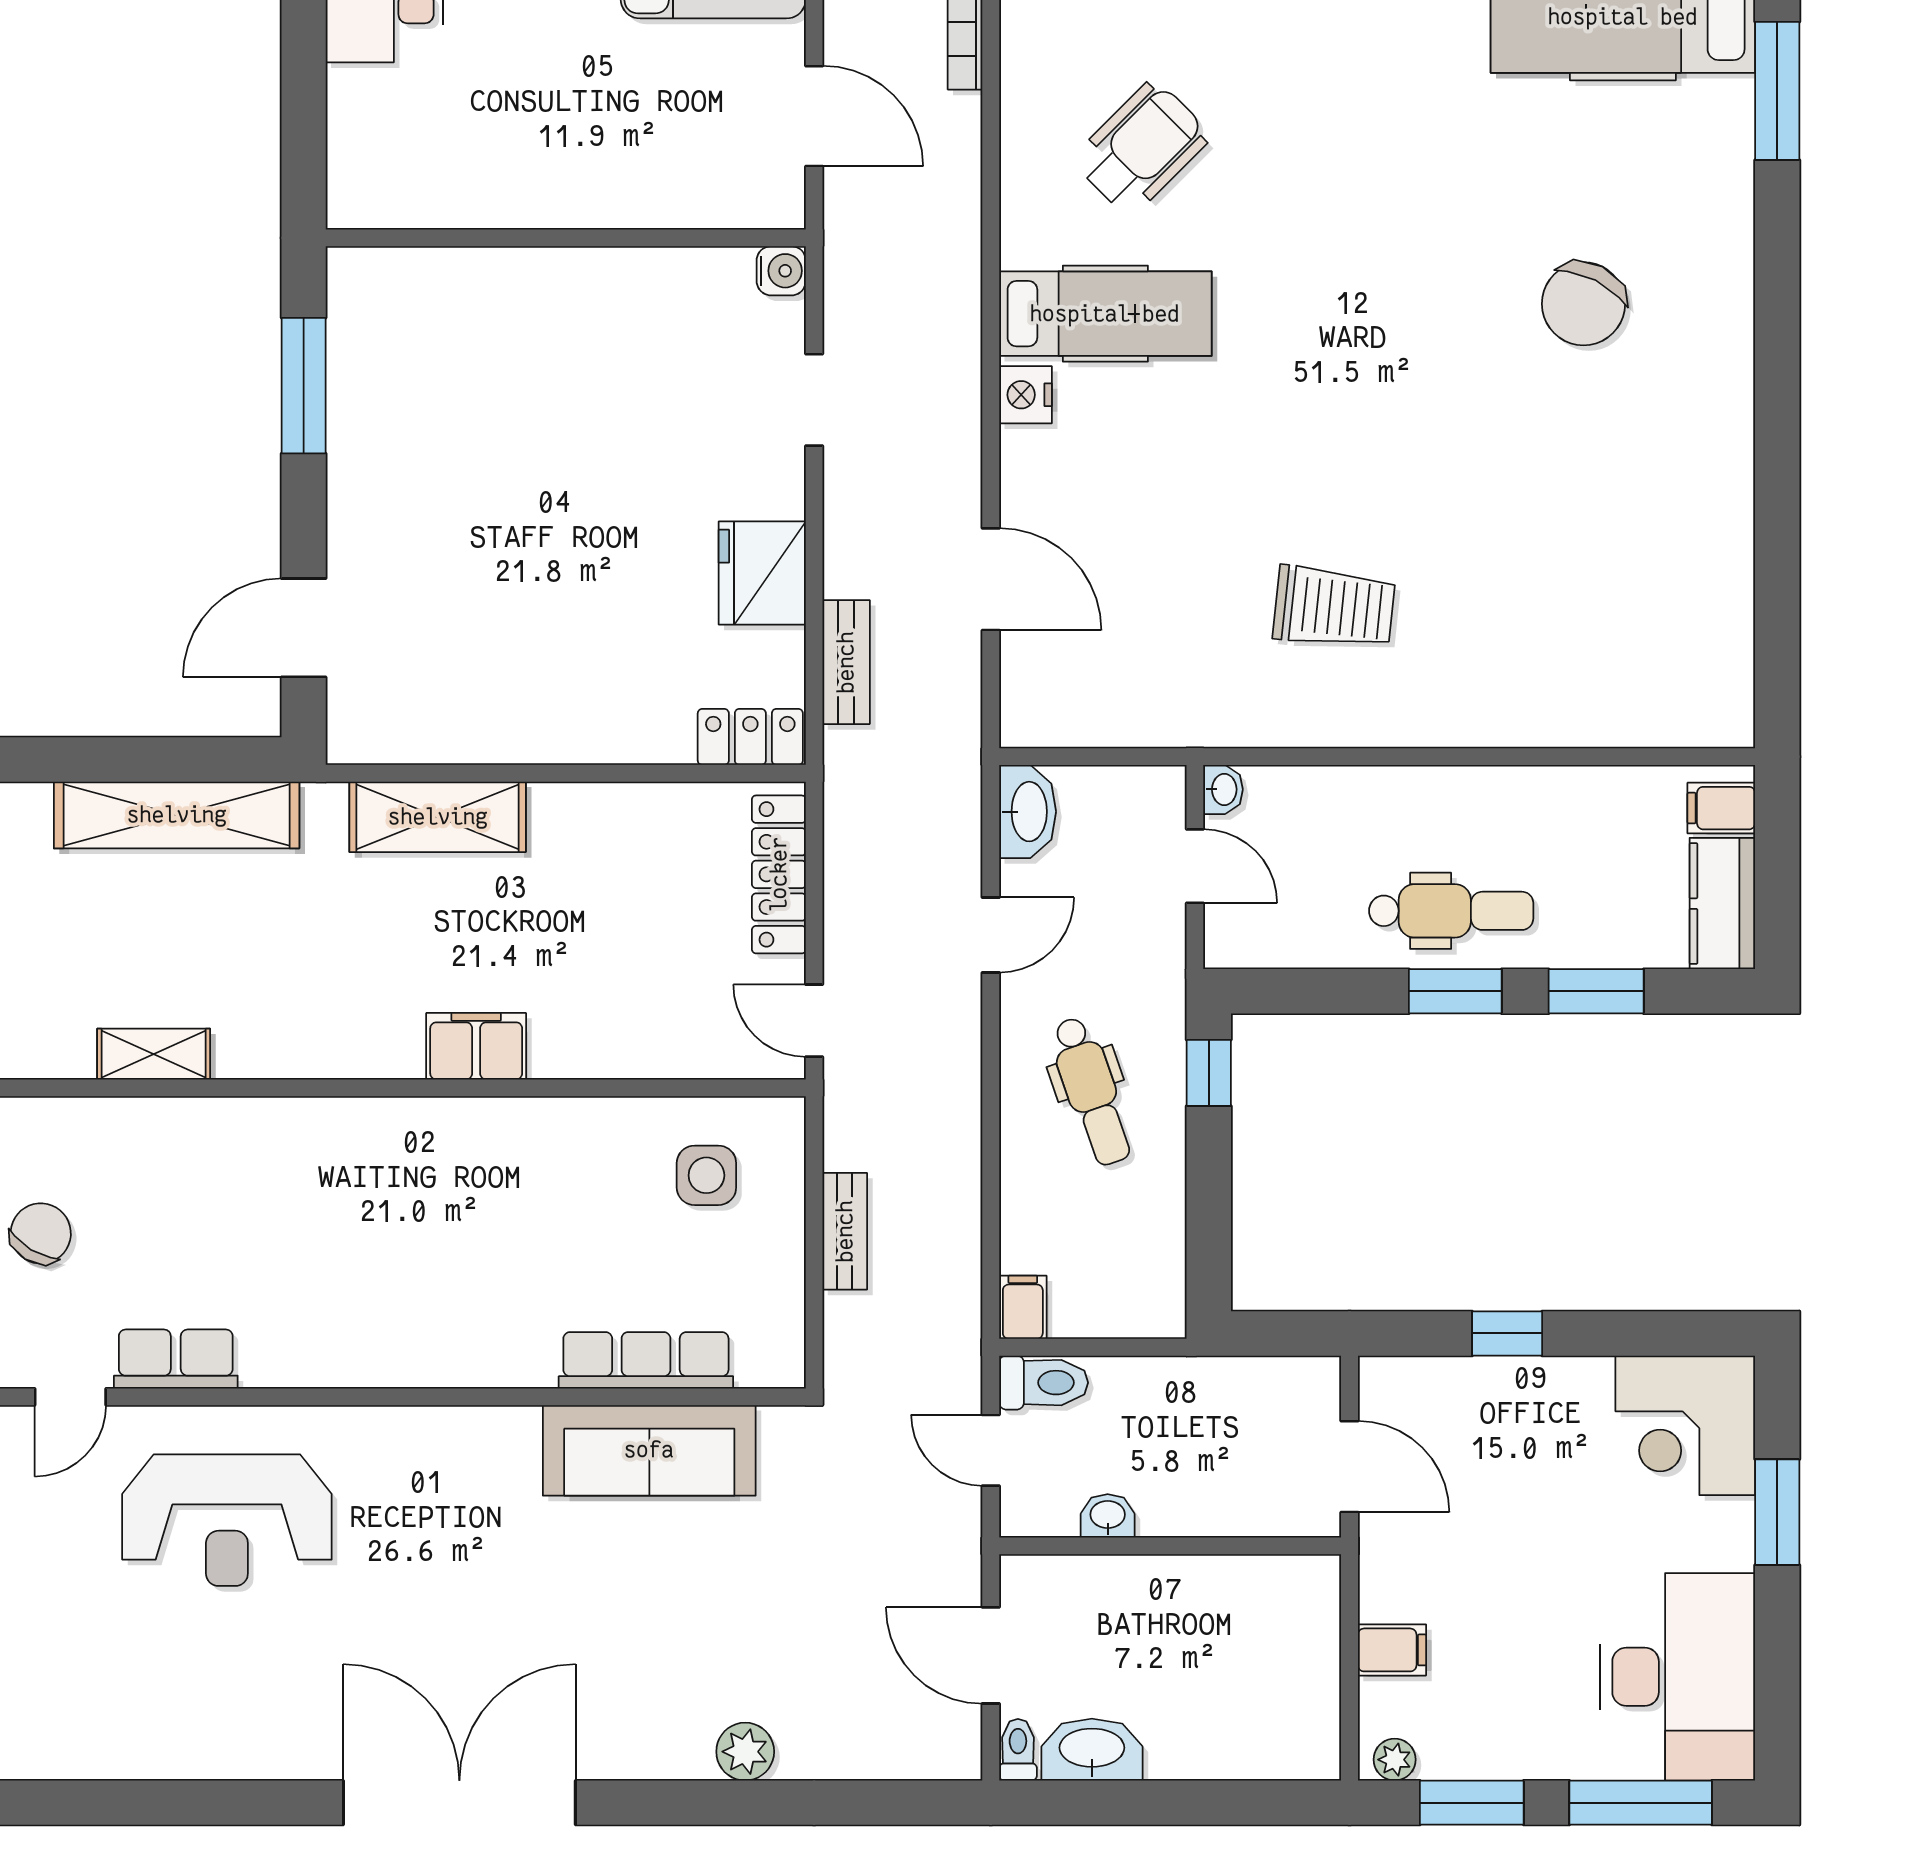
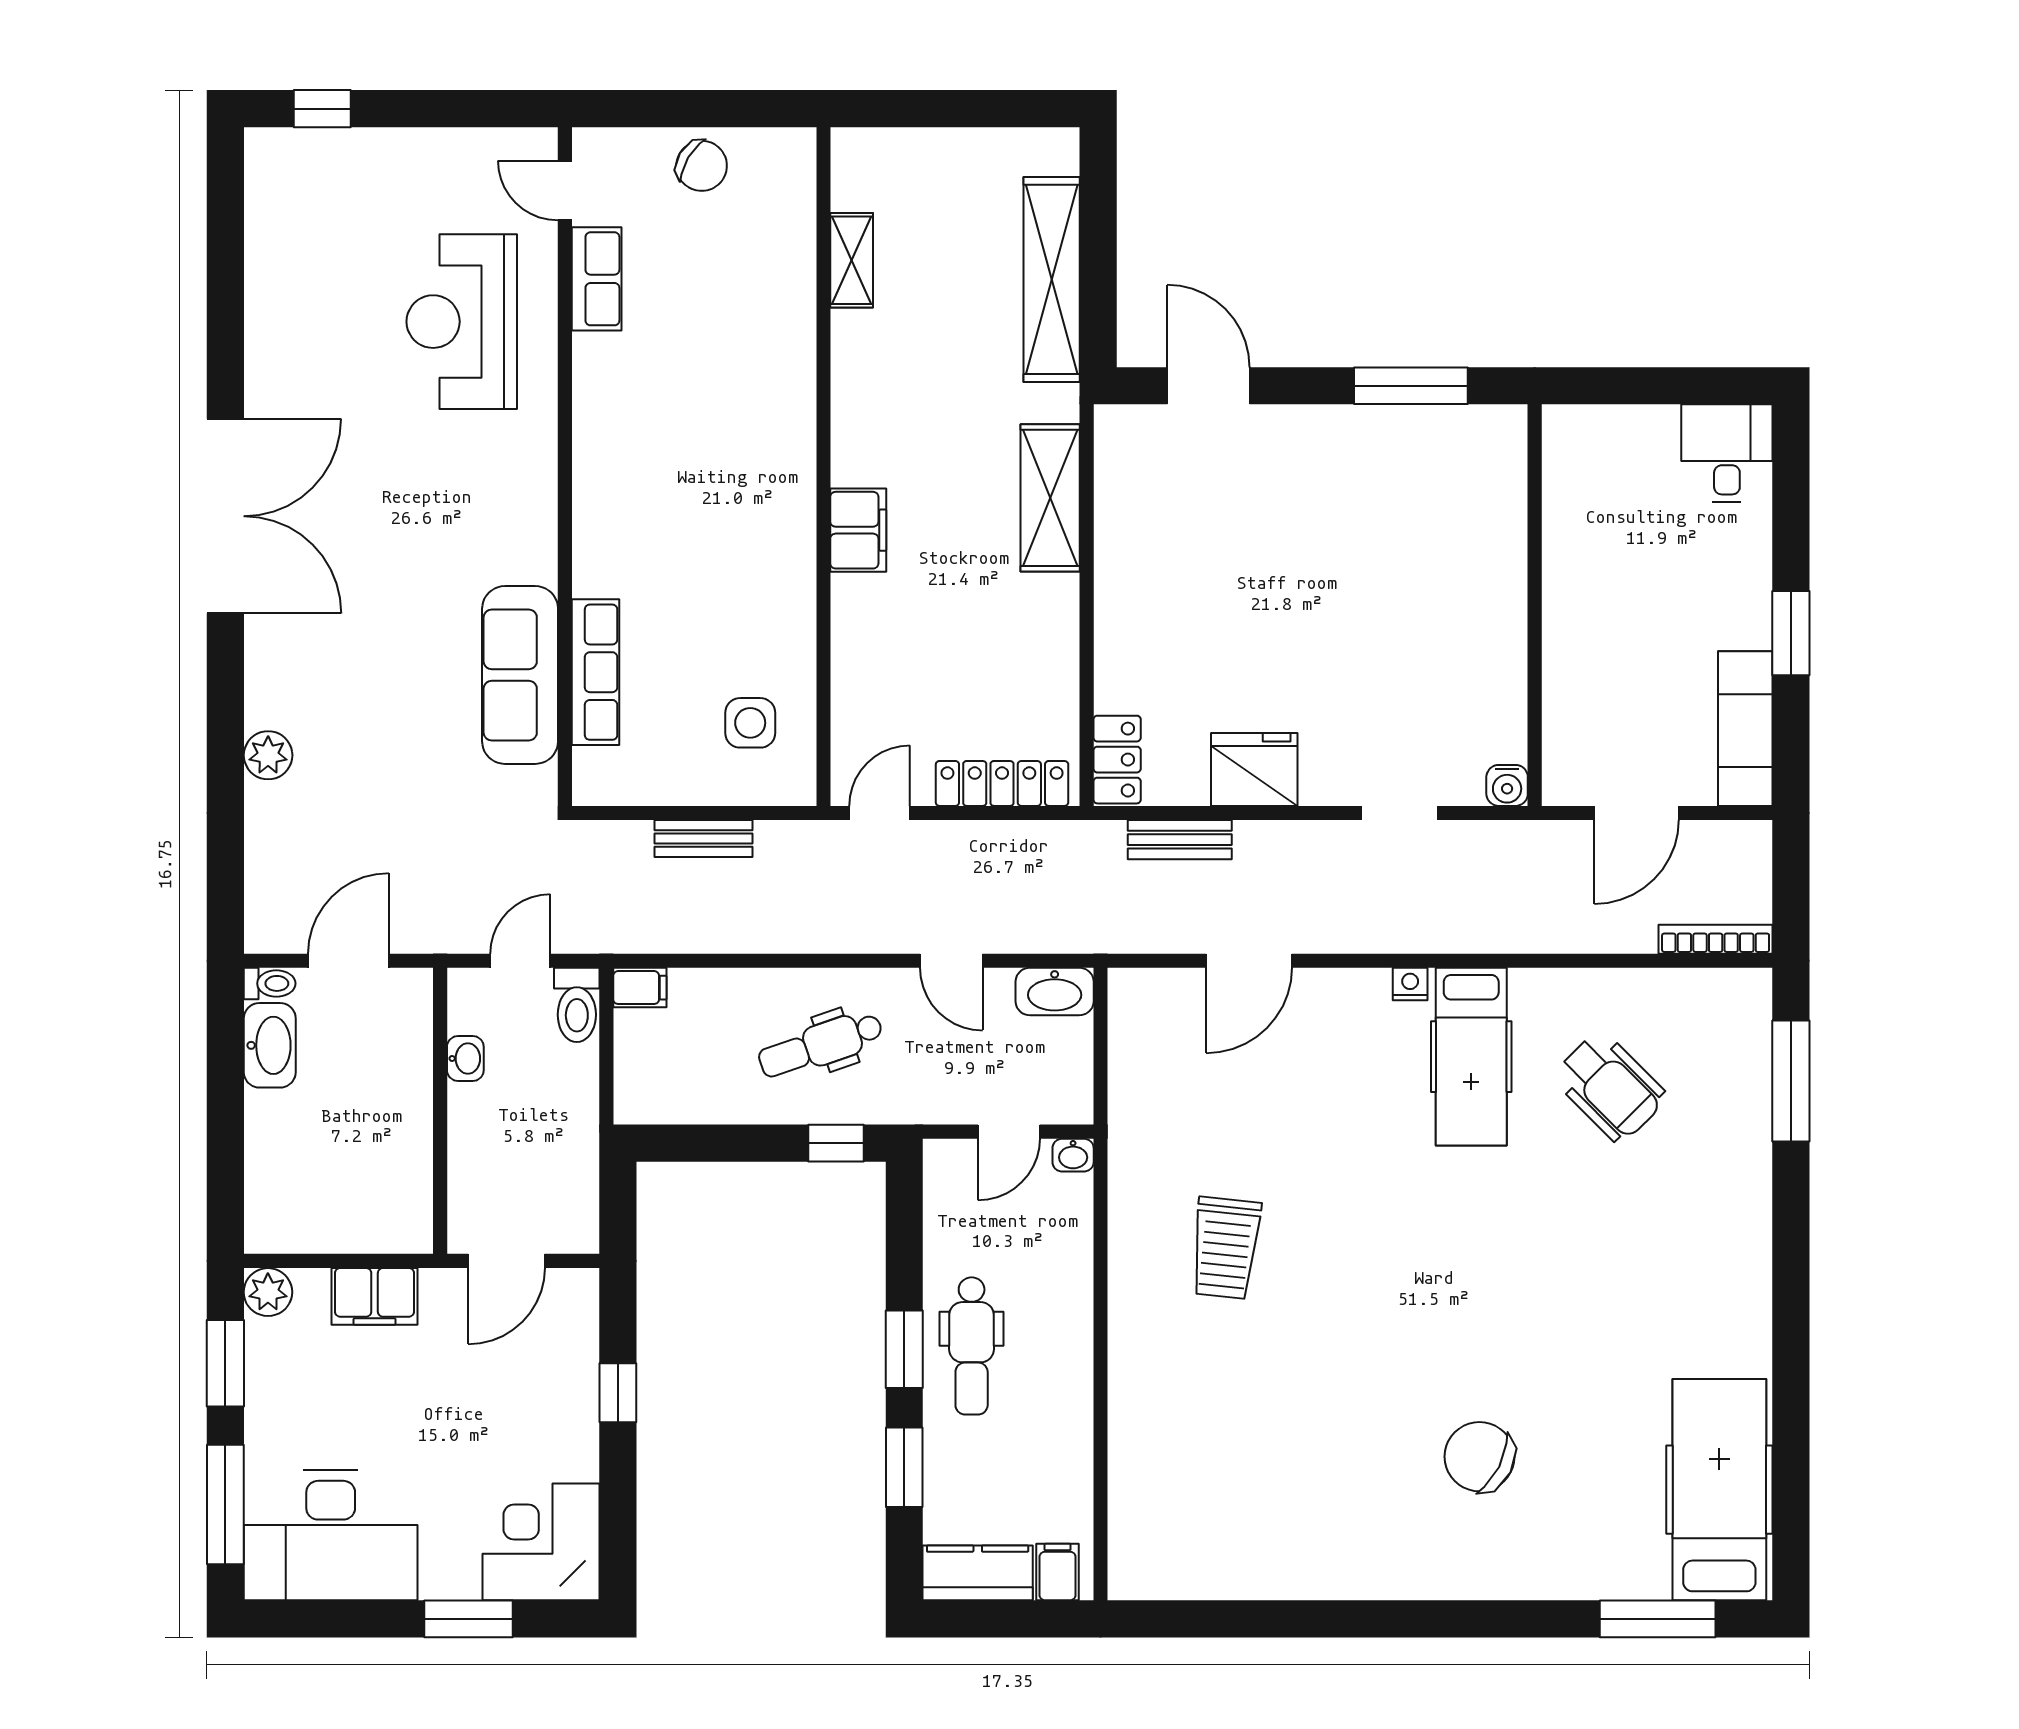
nightstand: (1025, 395) -> (1410, 984), width x0.72, depth x0.74
filing cabinet: (1392, 1650) -> (375, 1296), width x2.00
plant: (1395, 1760) -> (268, 1292), width x1.38, depth x1.38

